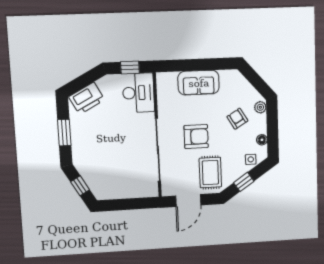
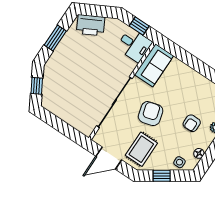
sofa: (199, 83) -> (154, 65), moved, turned -90
desk: (138, 93) -> (134, 45), width x0.73
armchair: (237, 119) -> (192, 123), turned -149
armchair: (196, 137) -> (151, 114), turned -105

